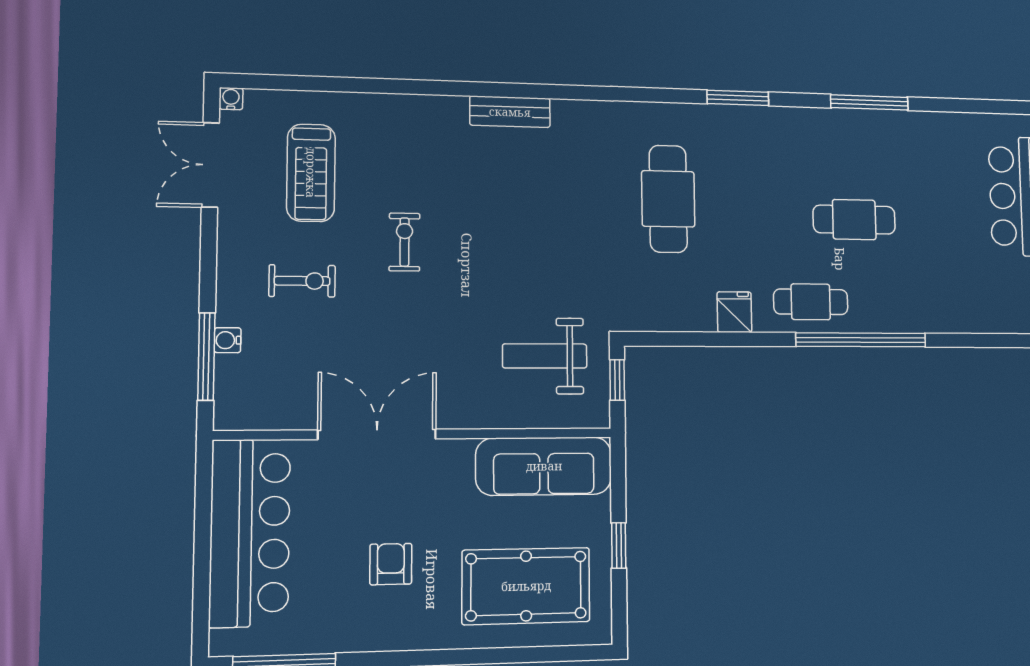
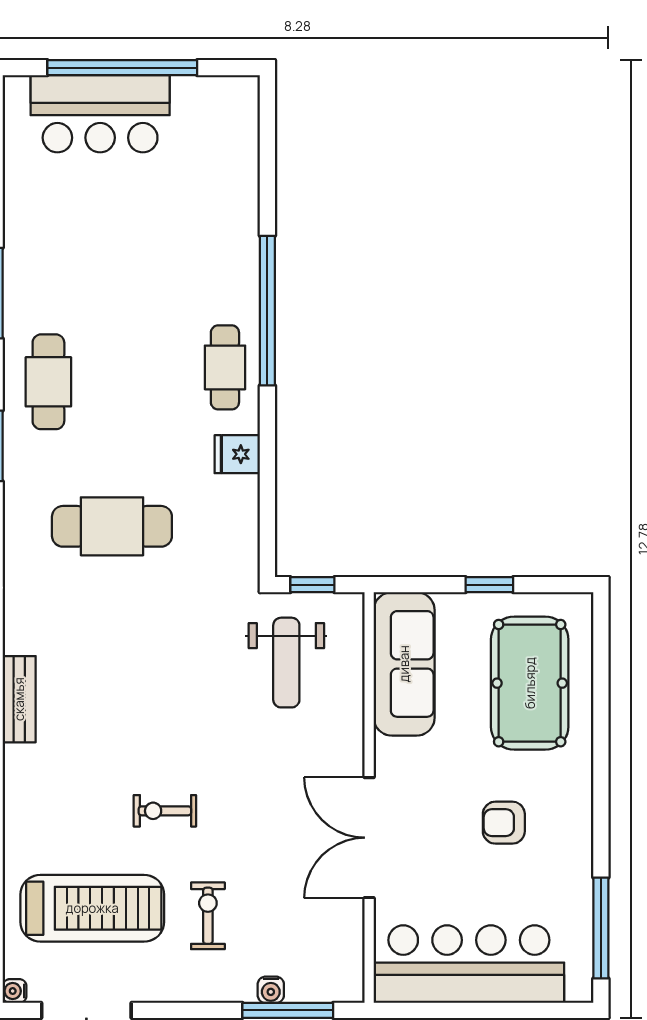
treadmill: (311, 173) -> (92, 908), width x1.37, depth x1.38
cafe table: (854, 220) -> (48, 382), moved

